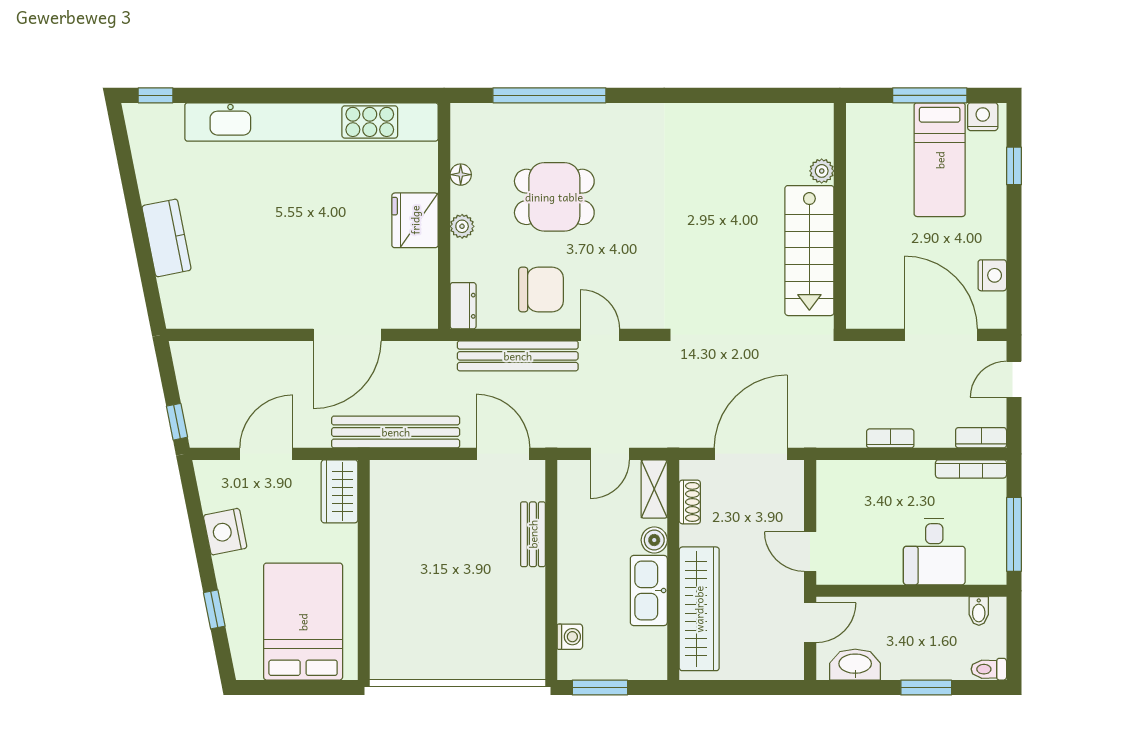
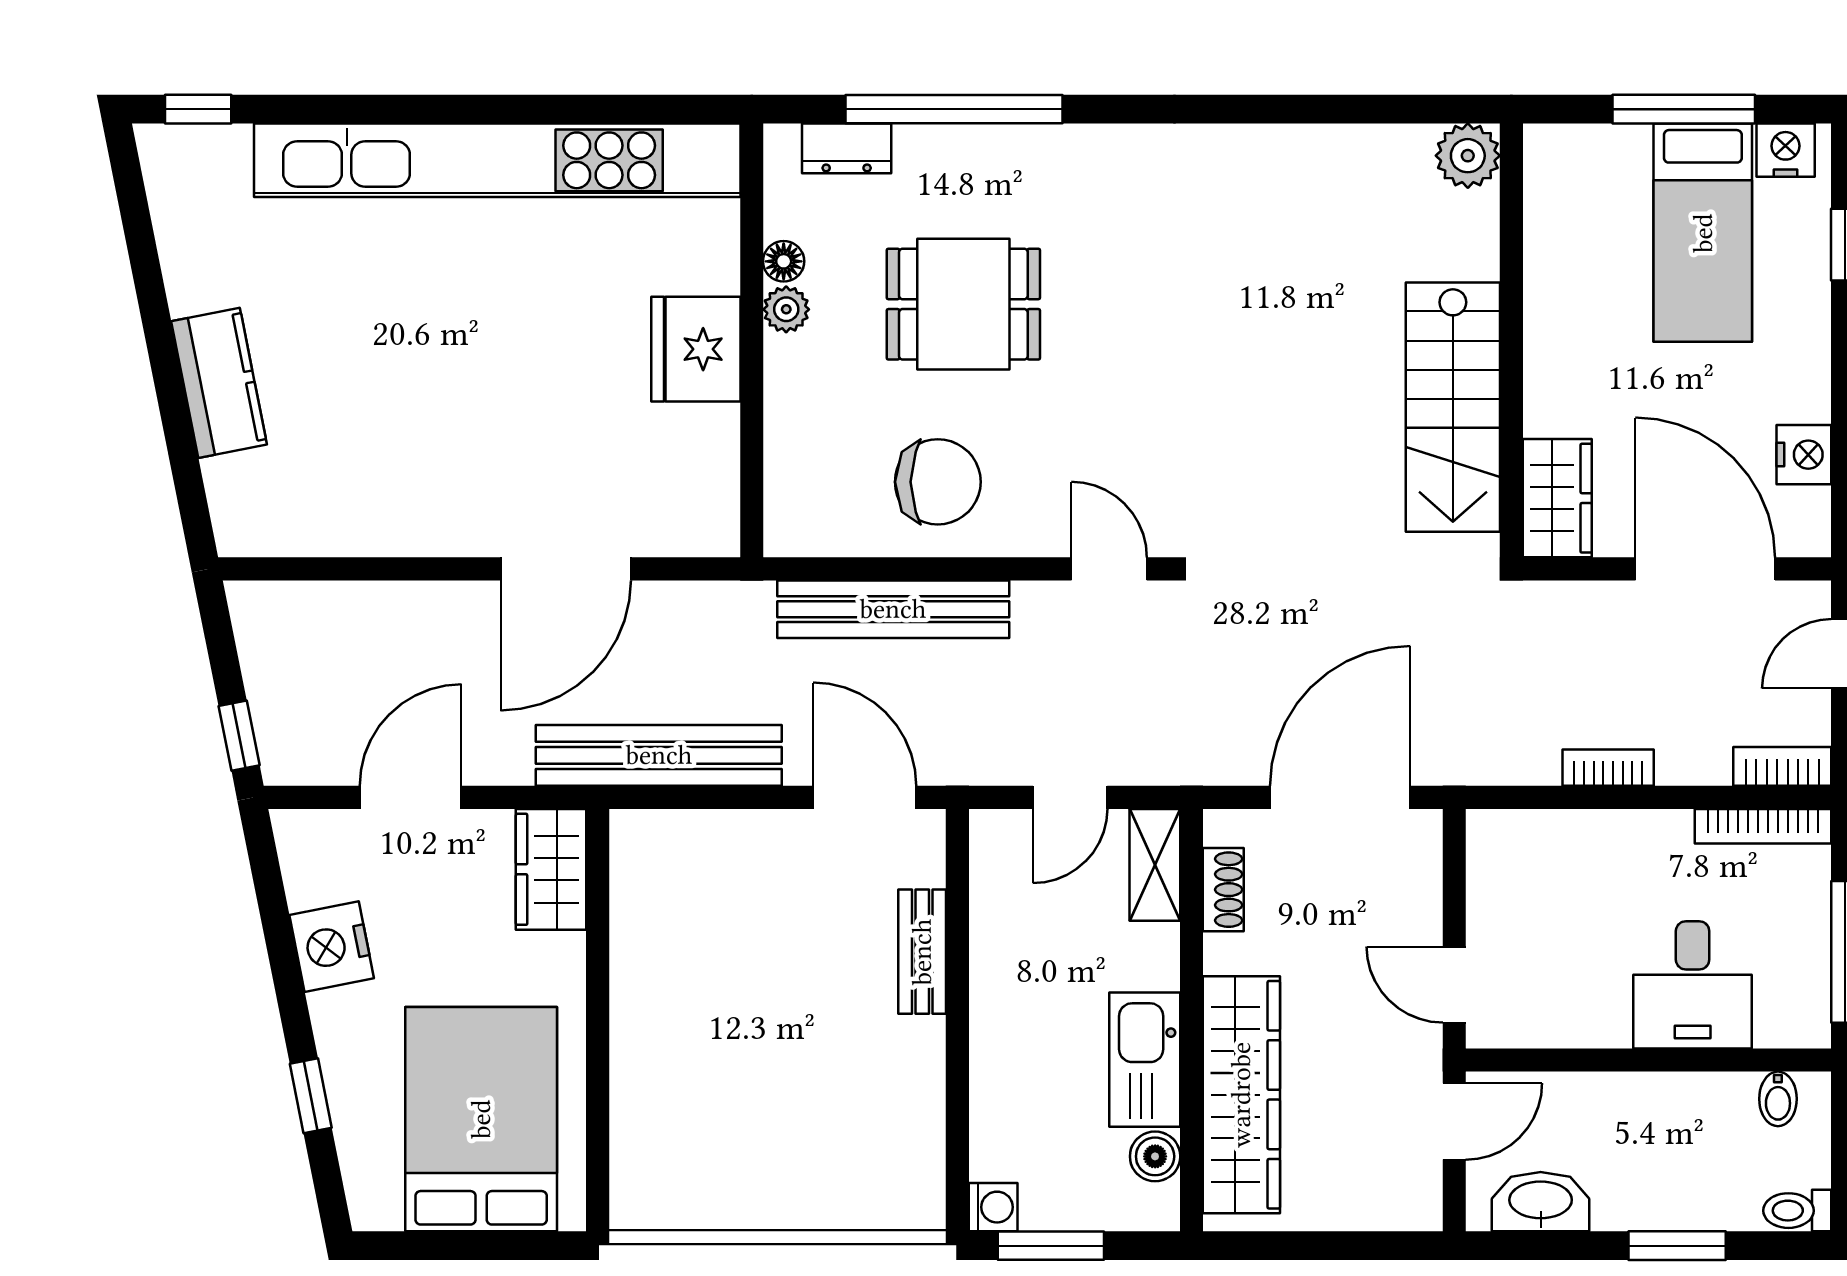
plant: (822, 171) -> (1468, 156), moved, width x1.38, depth x1.38
plant: (462, 226) -> (786, 309), moved
wardrobe: (864, 298) -> (1557, 498), added
dresser: (463, 306) -> (847, 148), moved, turned 90
door: (600, 335) -> (1109, 569), moved
boiler: (654, 540) -> (1155, 1156), moved
washing machine: (570, 637) -> (993, 1207), moved

